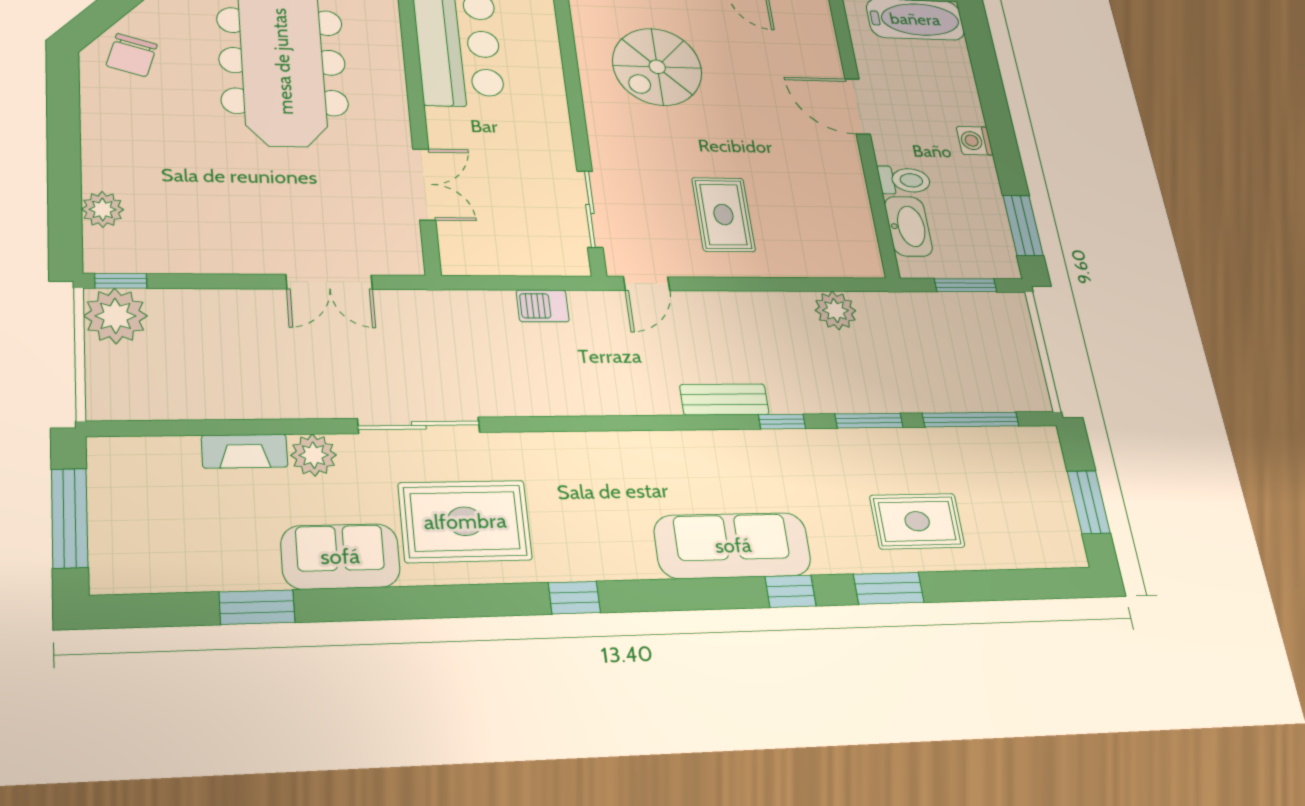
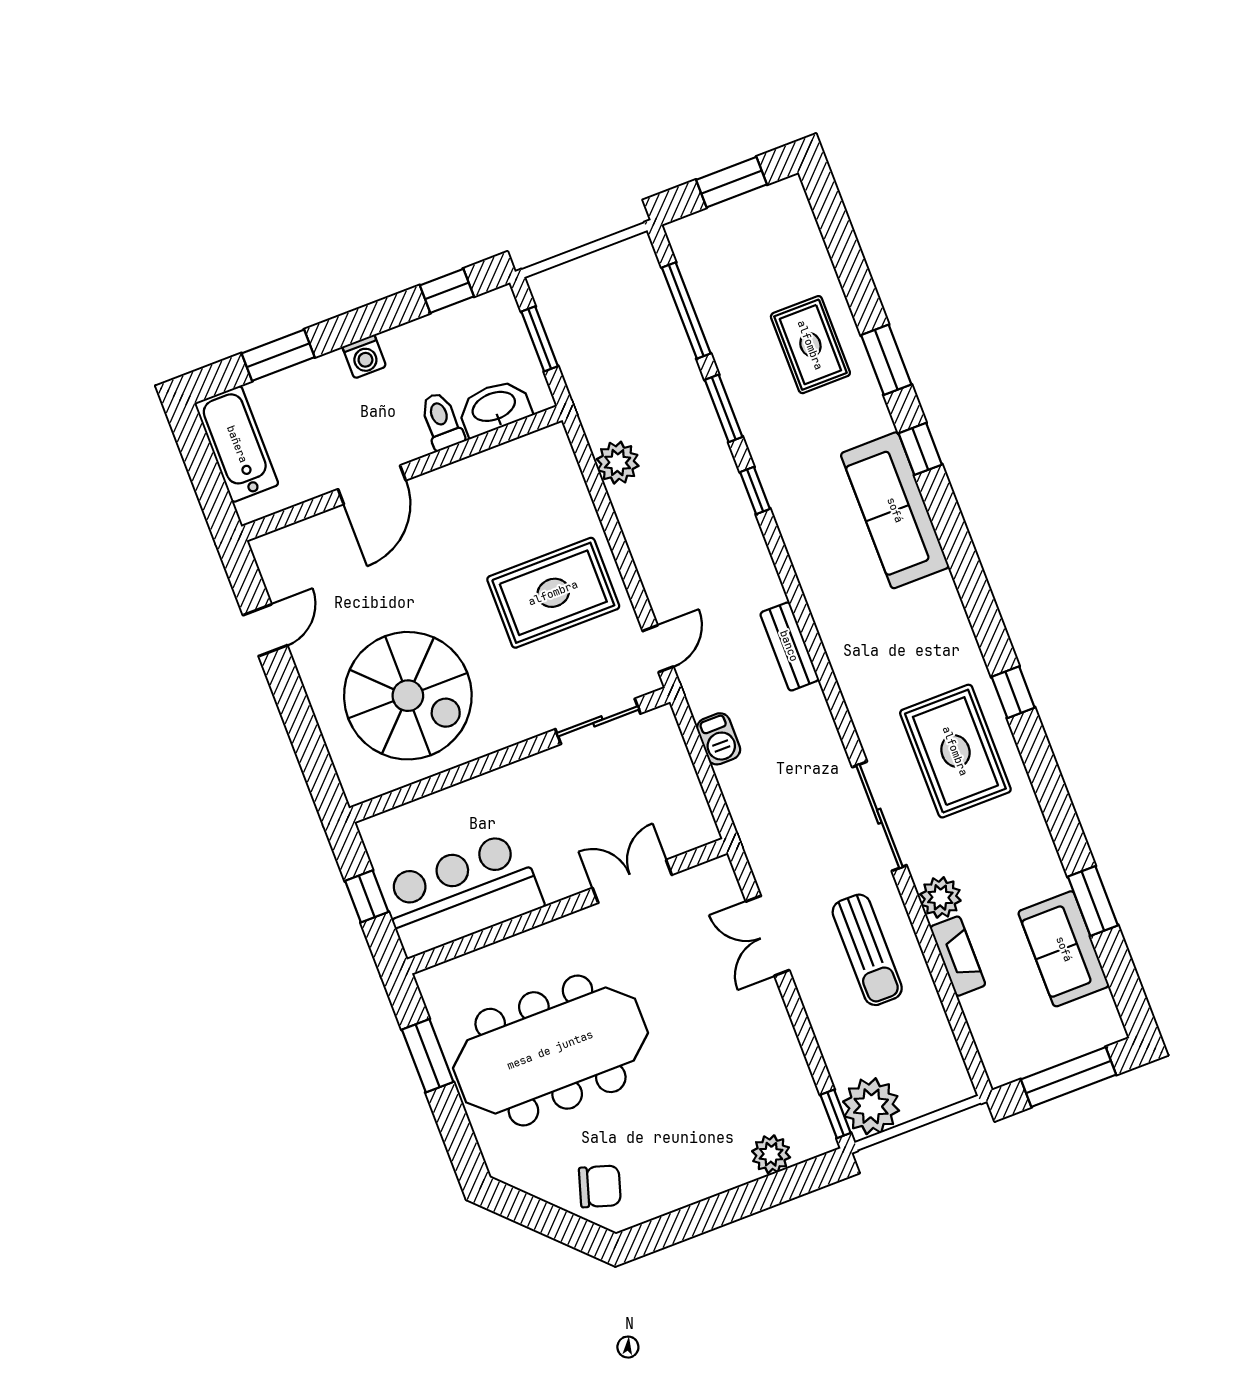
spiral stairs: (657, 67) -> (408, 696), width x1.37, depth x1.37
window: (988, 77) -> (278, 355), added
rug: (723, 215) -> (553, 593), width x1.36, depth x1.43
window: (1023, 225) -> (447, 291), width x0.67
double door: (329, 282) -> (768, 936), swing flipped
door: (647, 284) -> (658, 649), hinge flipped
sun lounger: (282, 367) -> (867, 950), added
bench: (724, 400) -> (789, 646), moved
sofa: (340, 556) -> (1064, 949), moved
window: (574, 598) -> (1013, 692), moved

